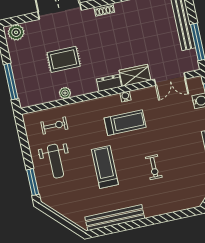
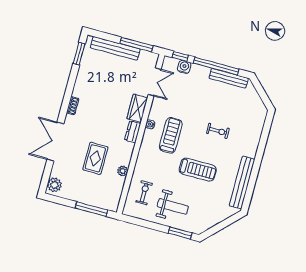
treadmill: (105, 167) -> (198, 170), turned 180

